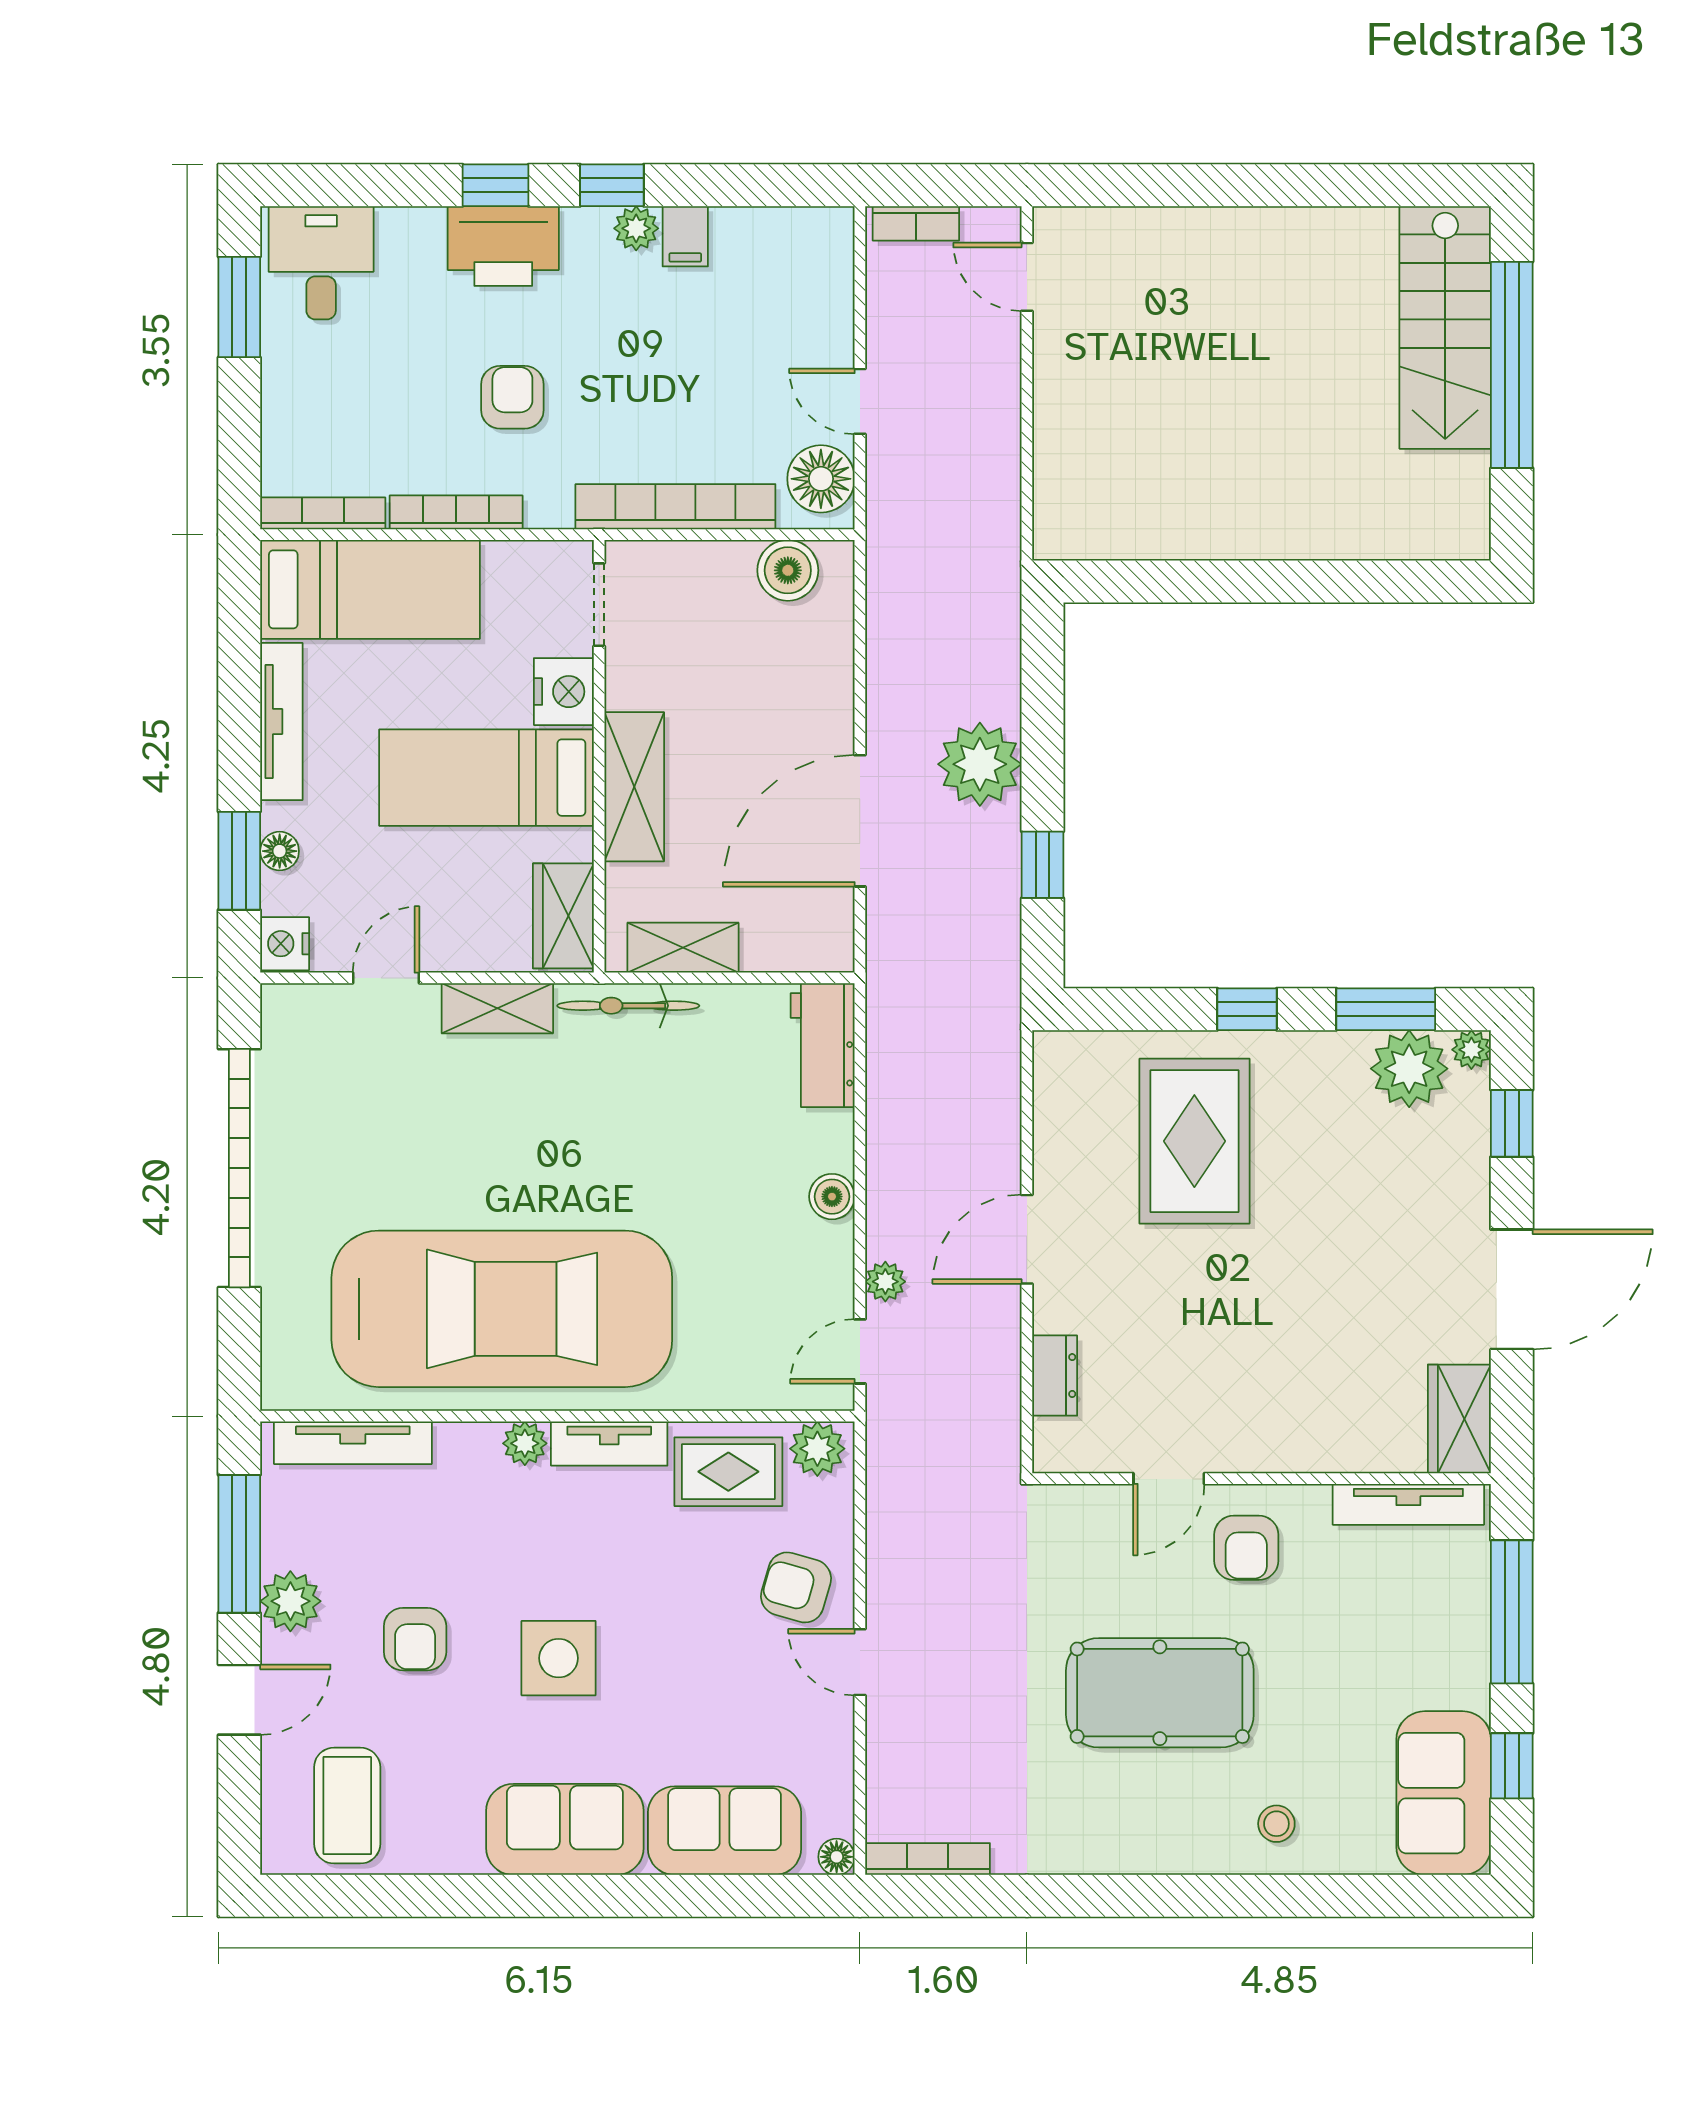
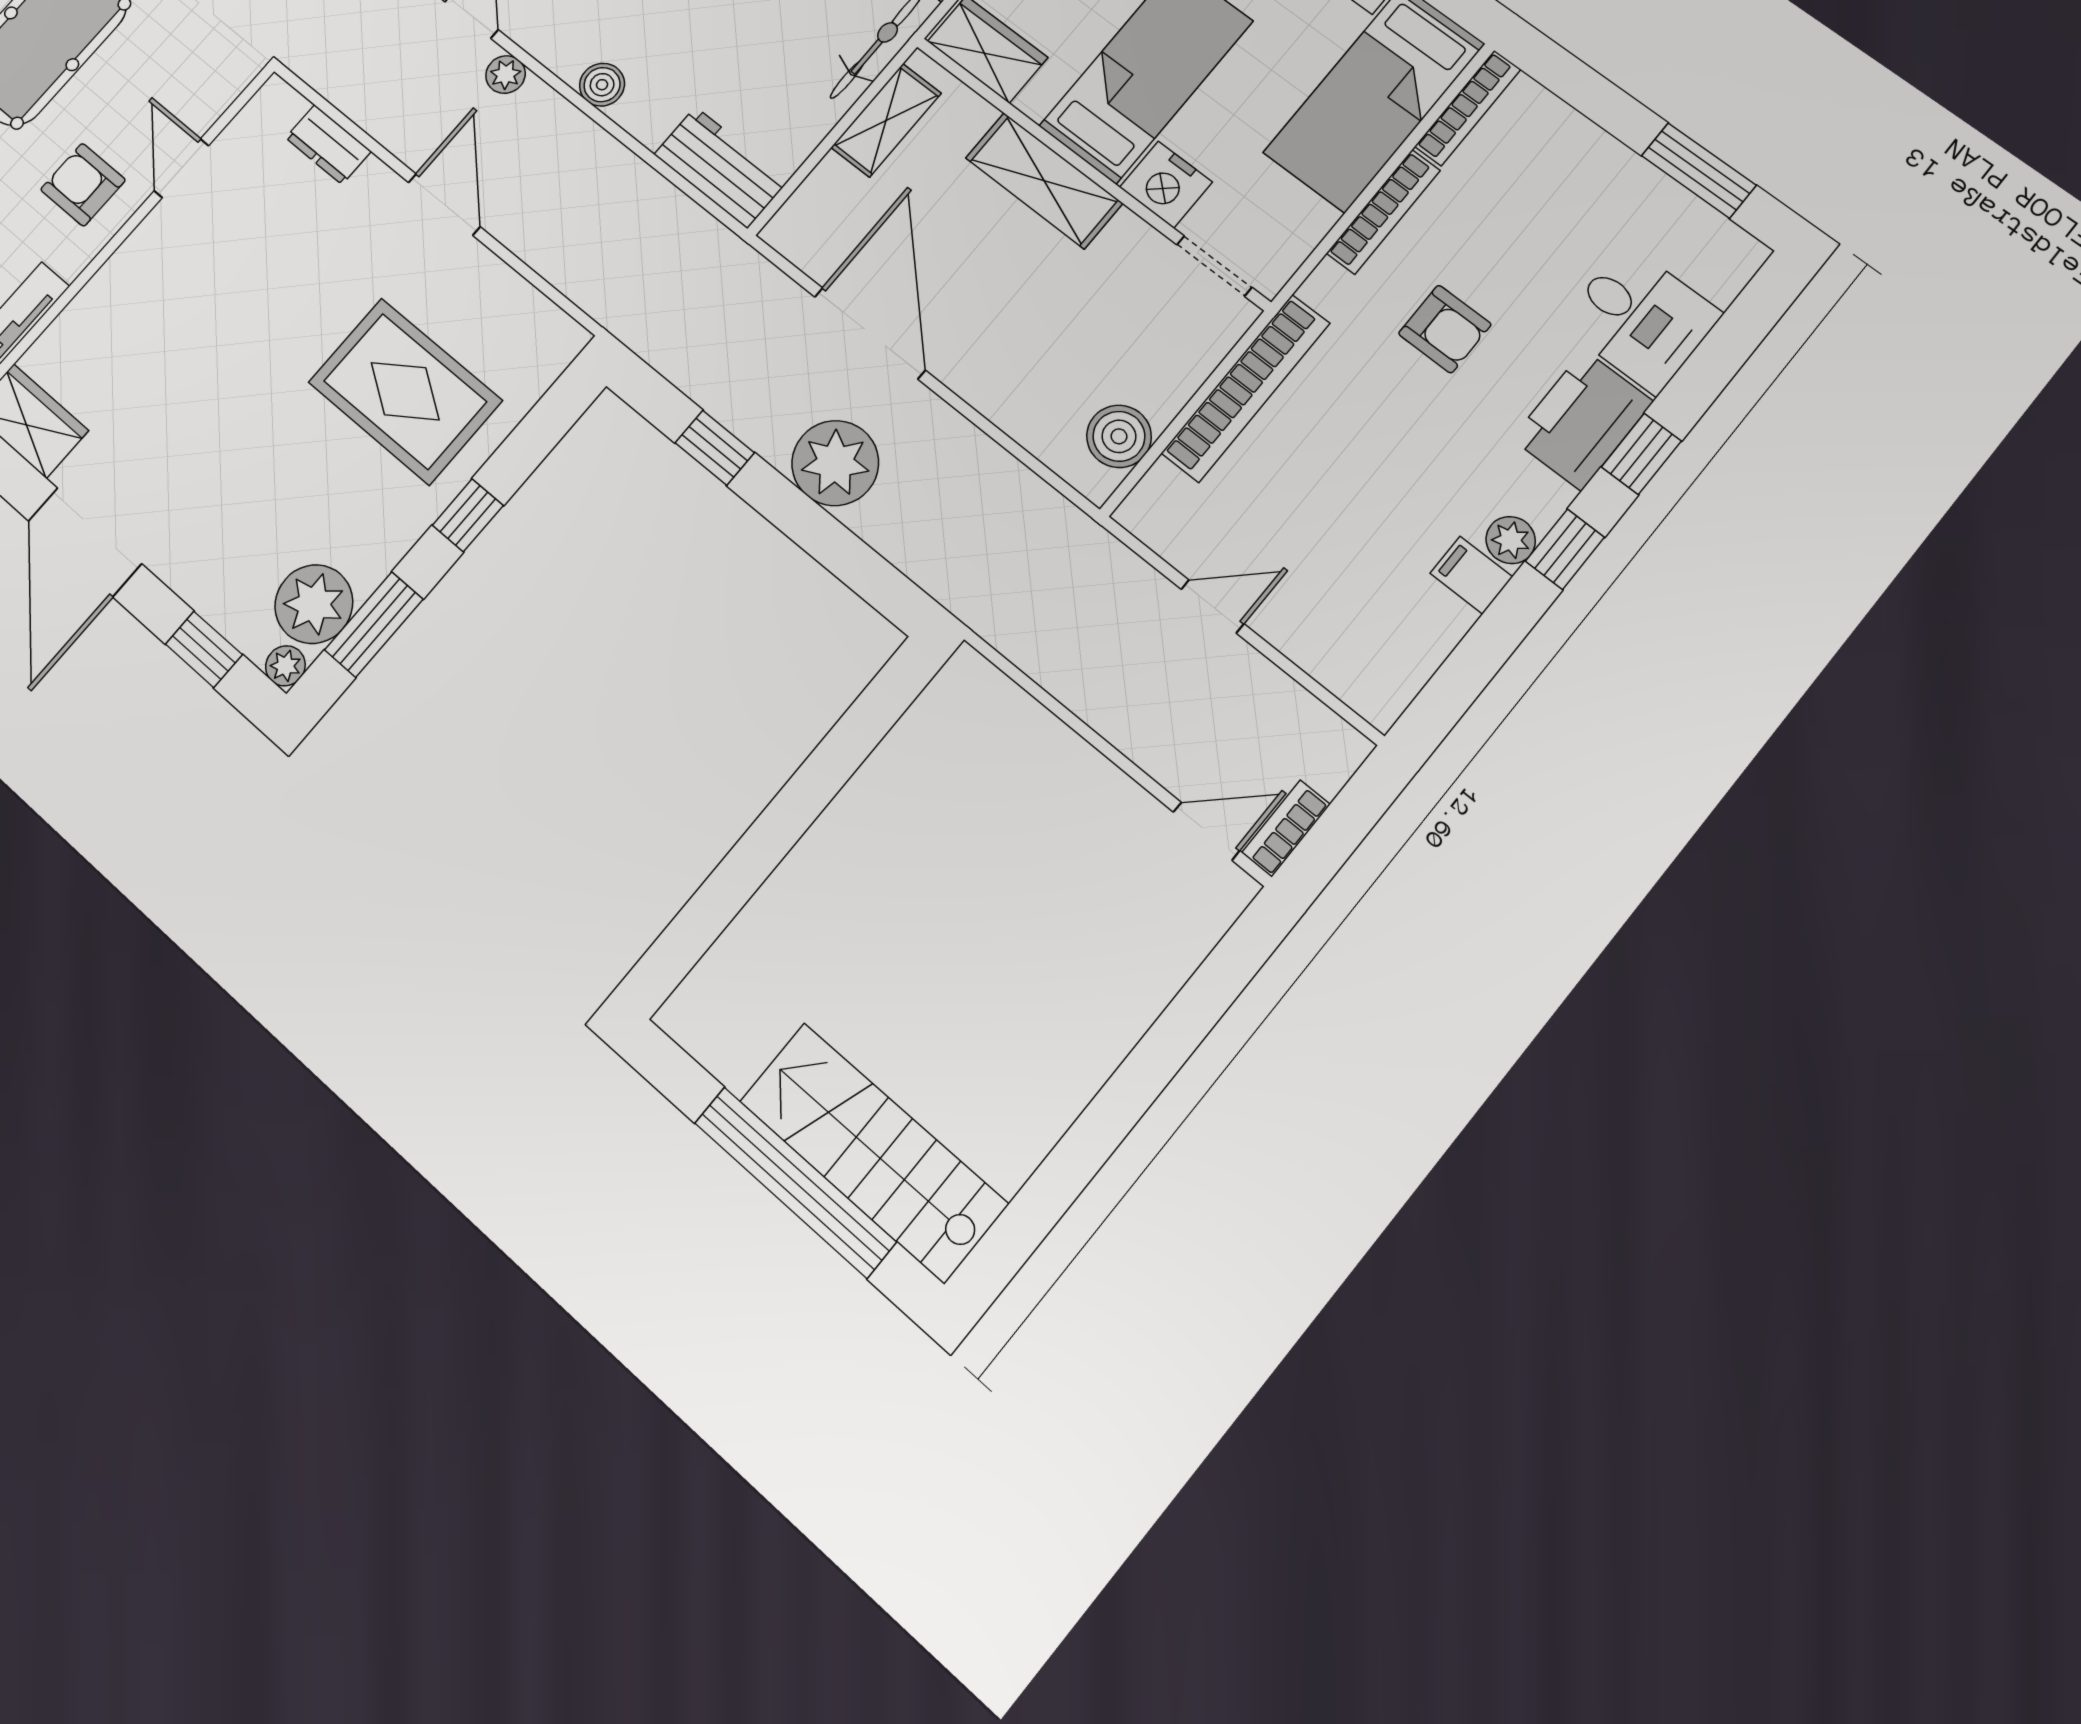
bookcase: (916, 223) -> (1286, 829), moved
desk: (321, 263) -> (1640, 319), moved
floor lamp: (821, 479) -> (1173, 523), removed

